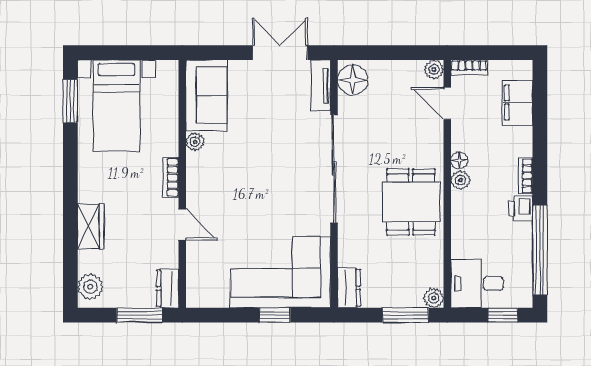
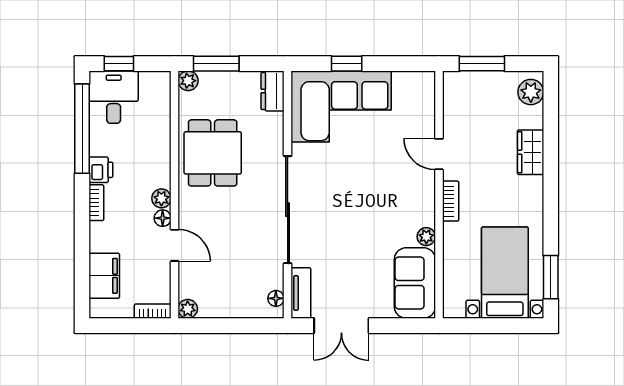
floor lamp: (353, 80) -> (276, 298), width x0.53, depth x0.53
door: (447, 103) -> (175, 245), moved
dining table: (411, 202) -> (213, 153), moved
desk: (477, 283) -> (114, 97), moved, turned -90
dresser: (168, 288) -> (454, 90), removed

